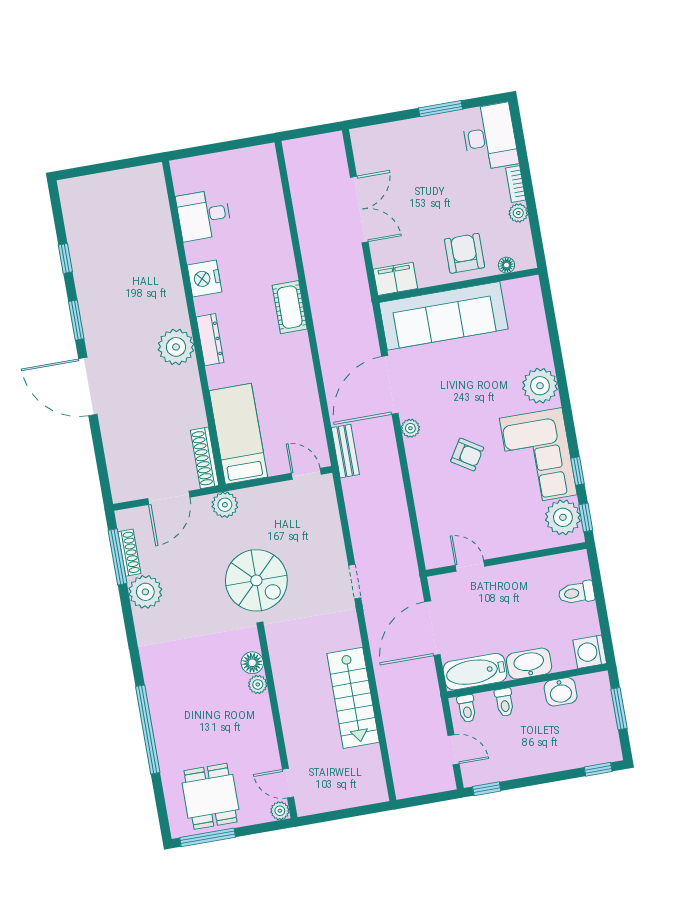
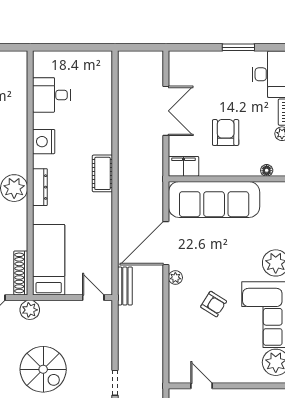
armchair: (464, 253) -> (226, 132), moved

